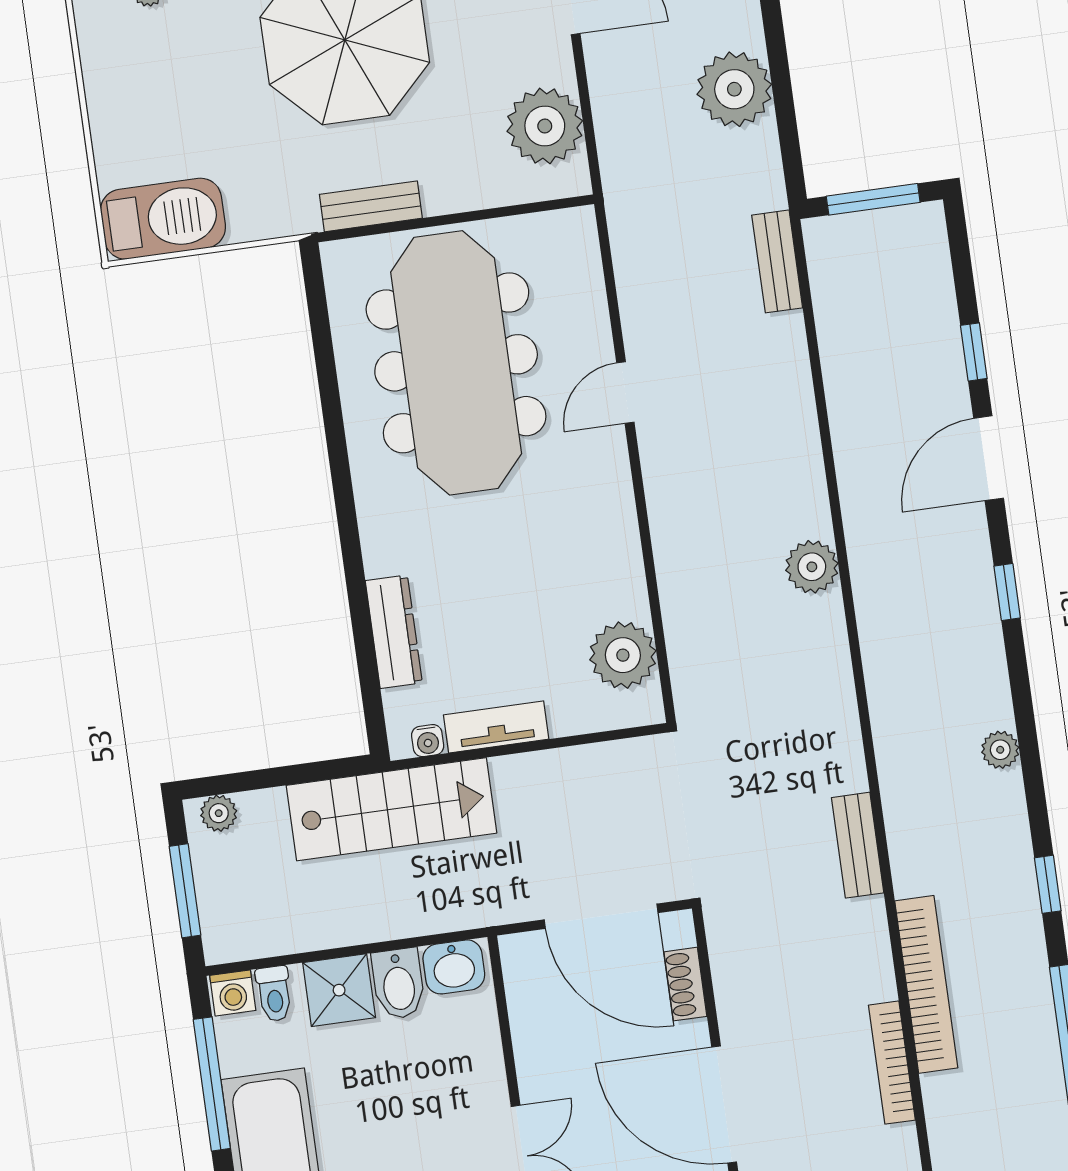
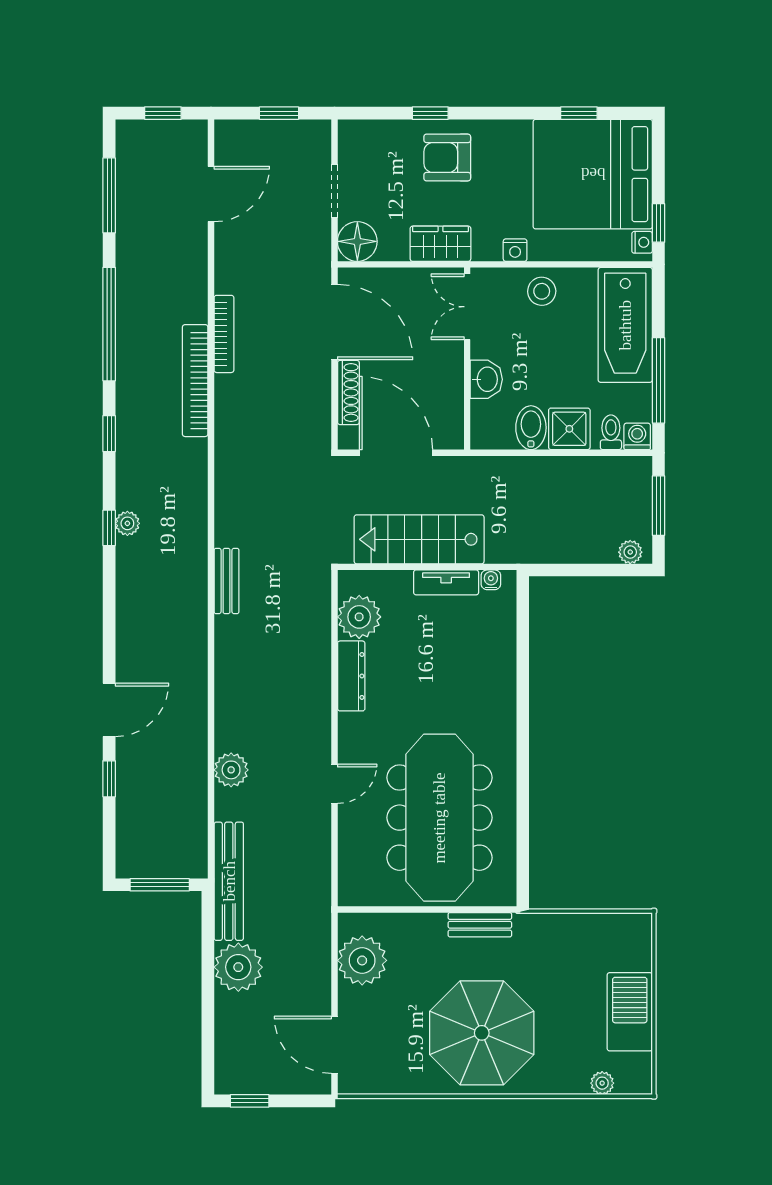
barbecue: (163, 219) -> (630, 1012), moved, turned 90
bench: (777, 261) -> (229, 881), width x1.86, depth x1.21
plant: (812, 567) -> (231, 770), moved
window: (1007, 592) -> (109, 528), moved
dresser: (394, 632) -> (351, 676), moved, turned 180
stairs: (391, 809) -> (419, 539), moved
bench: (858, 845) -> (227, 581), moved
washbasin: (454, 967) -> (486, 379), moved, turned 90
shoe rack: (685, 984) -> (348, 392), width x1.43

